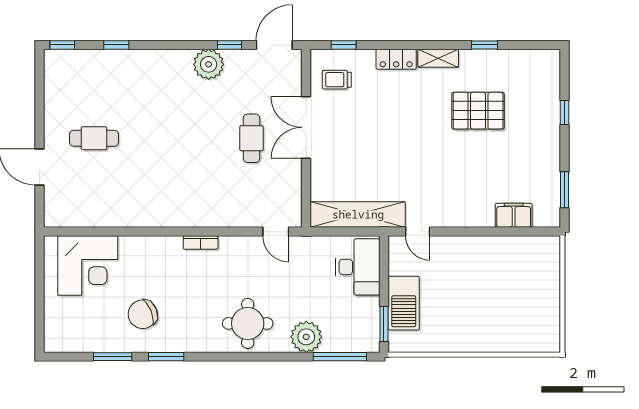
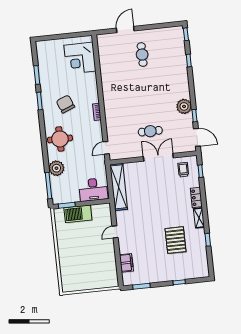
door: (418, 232) -> (115, 232), moved
chair: (143, 314) -> (65, 104), moved

